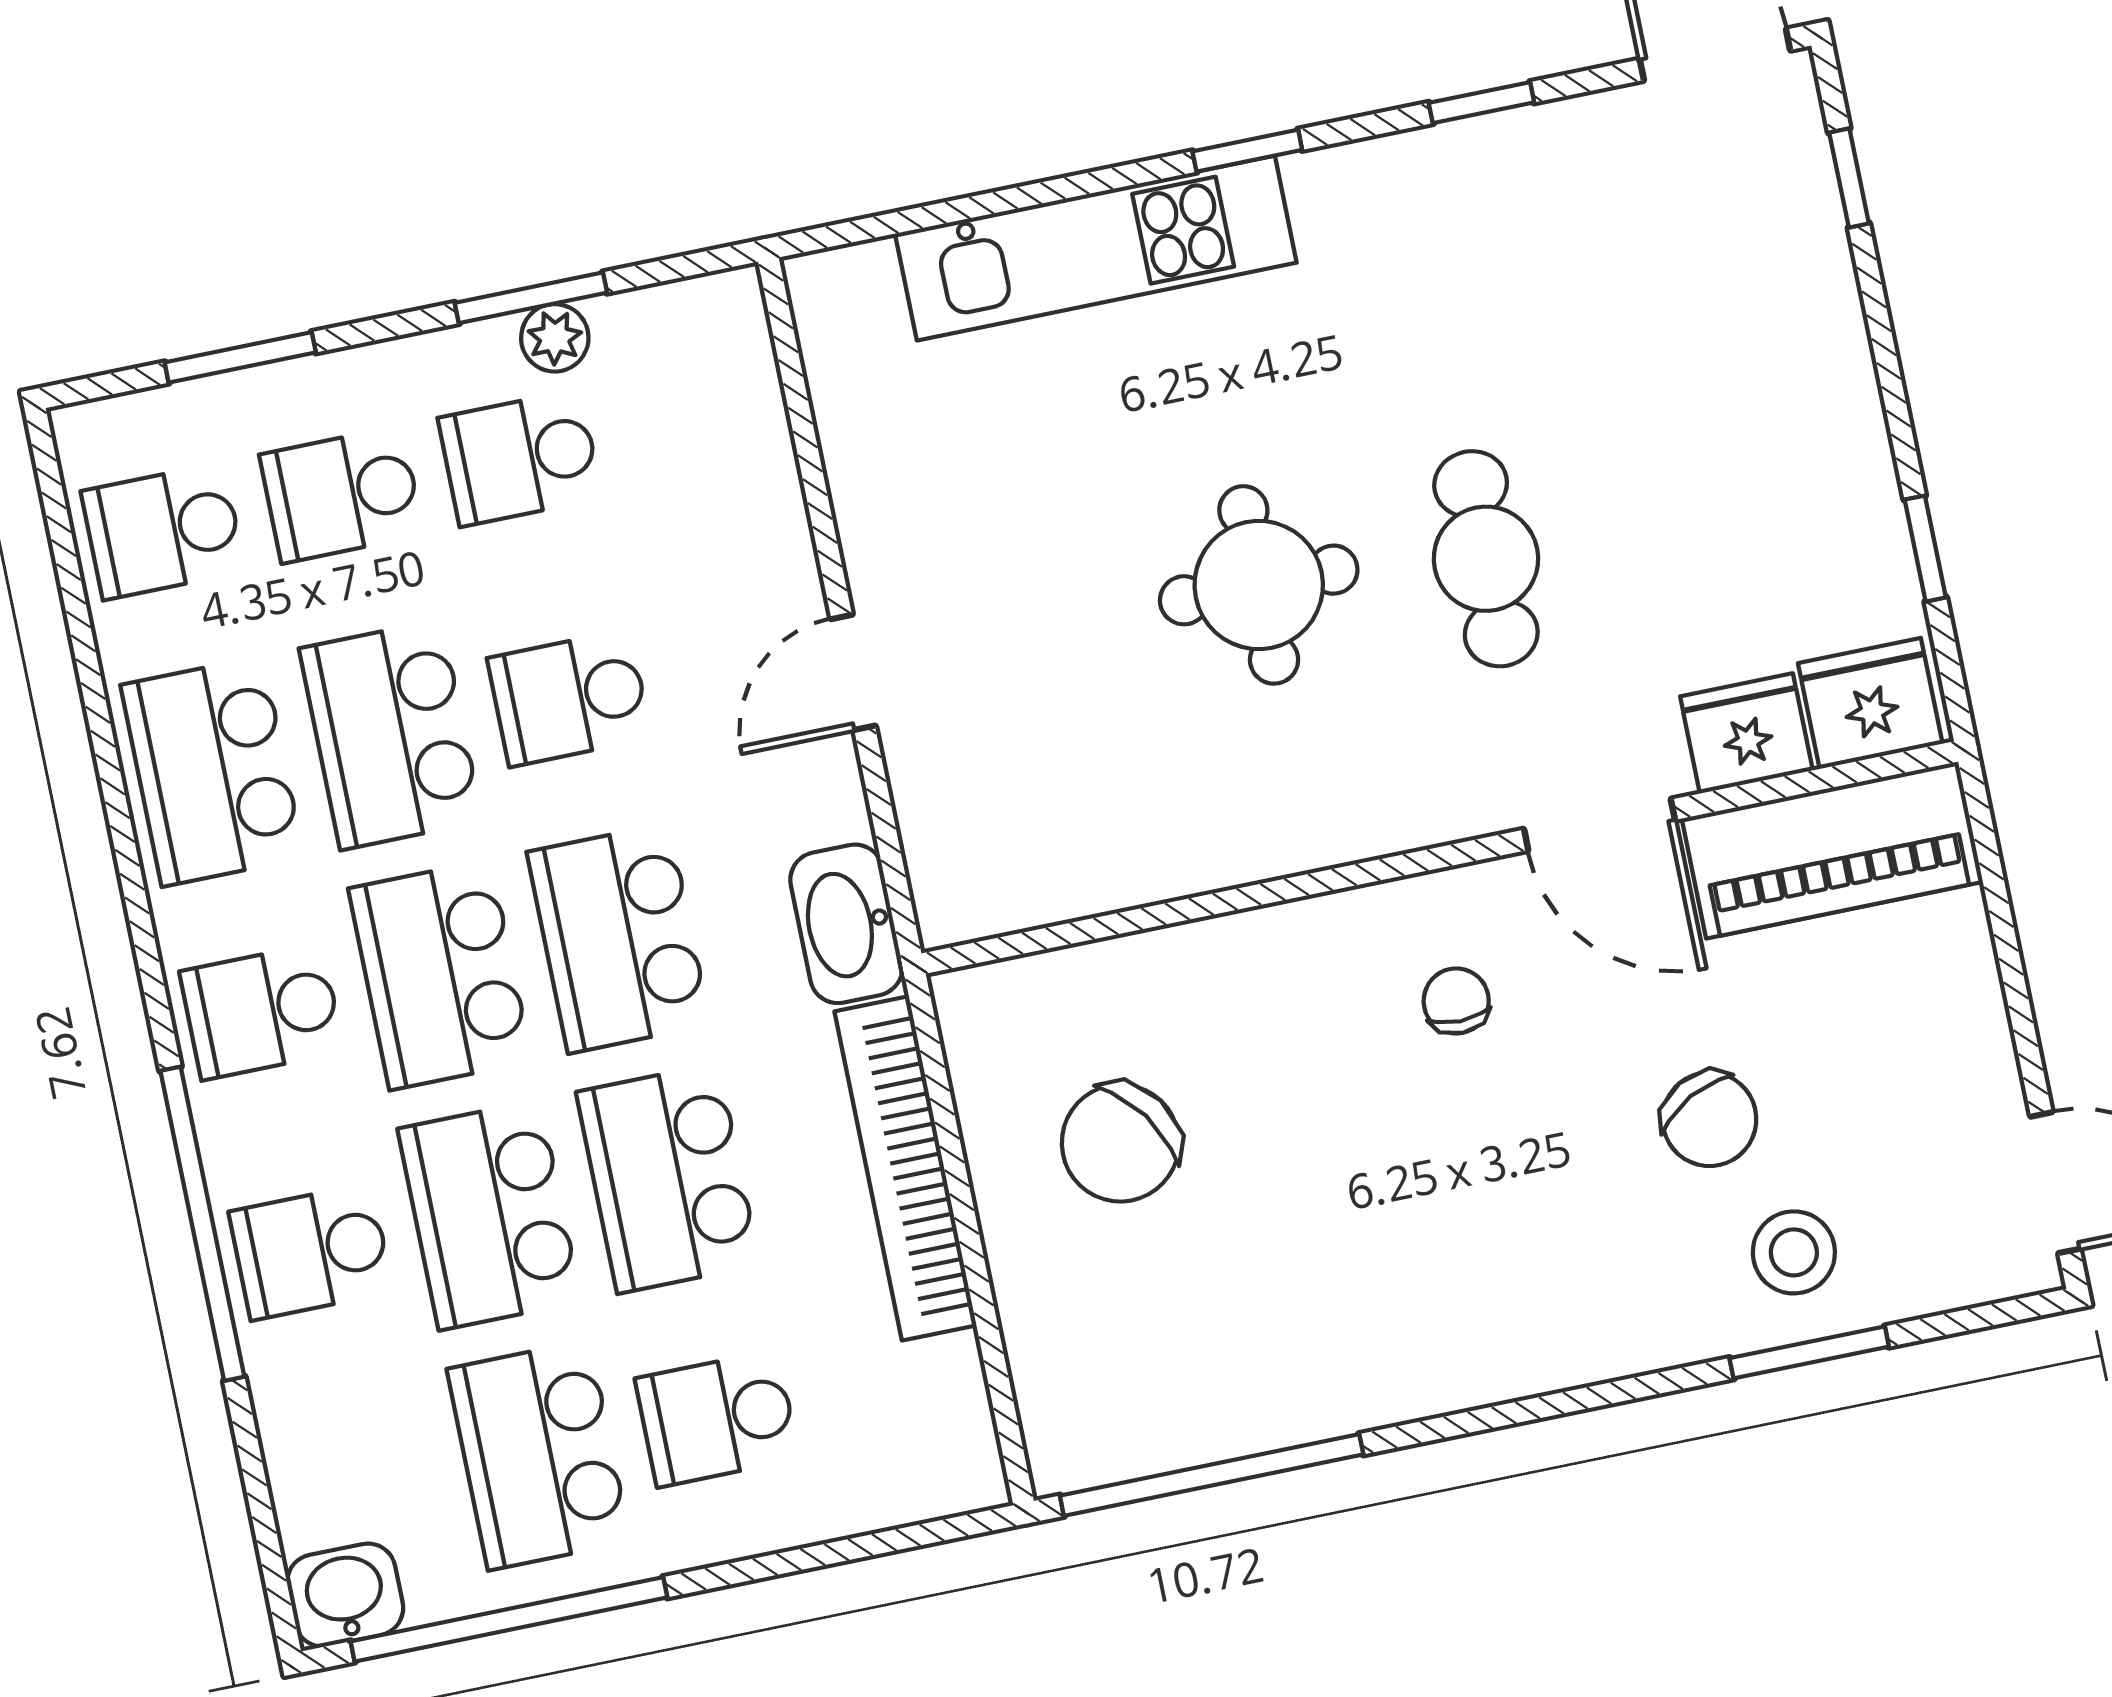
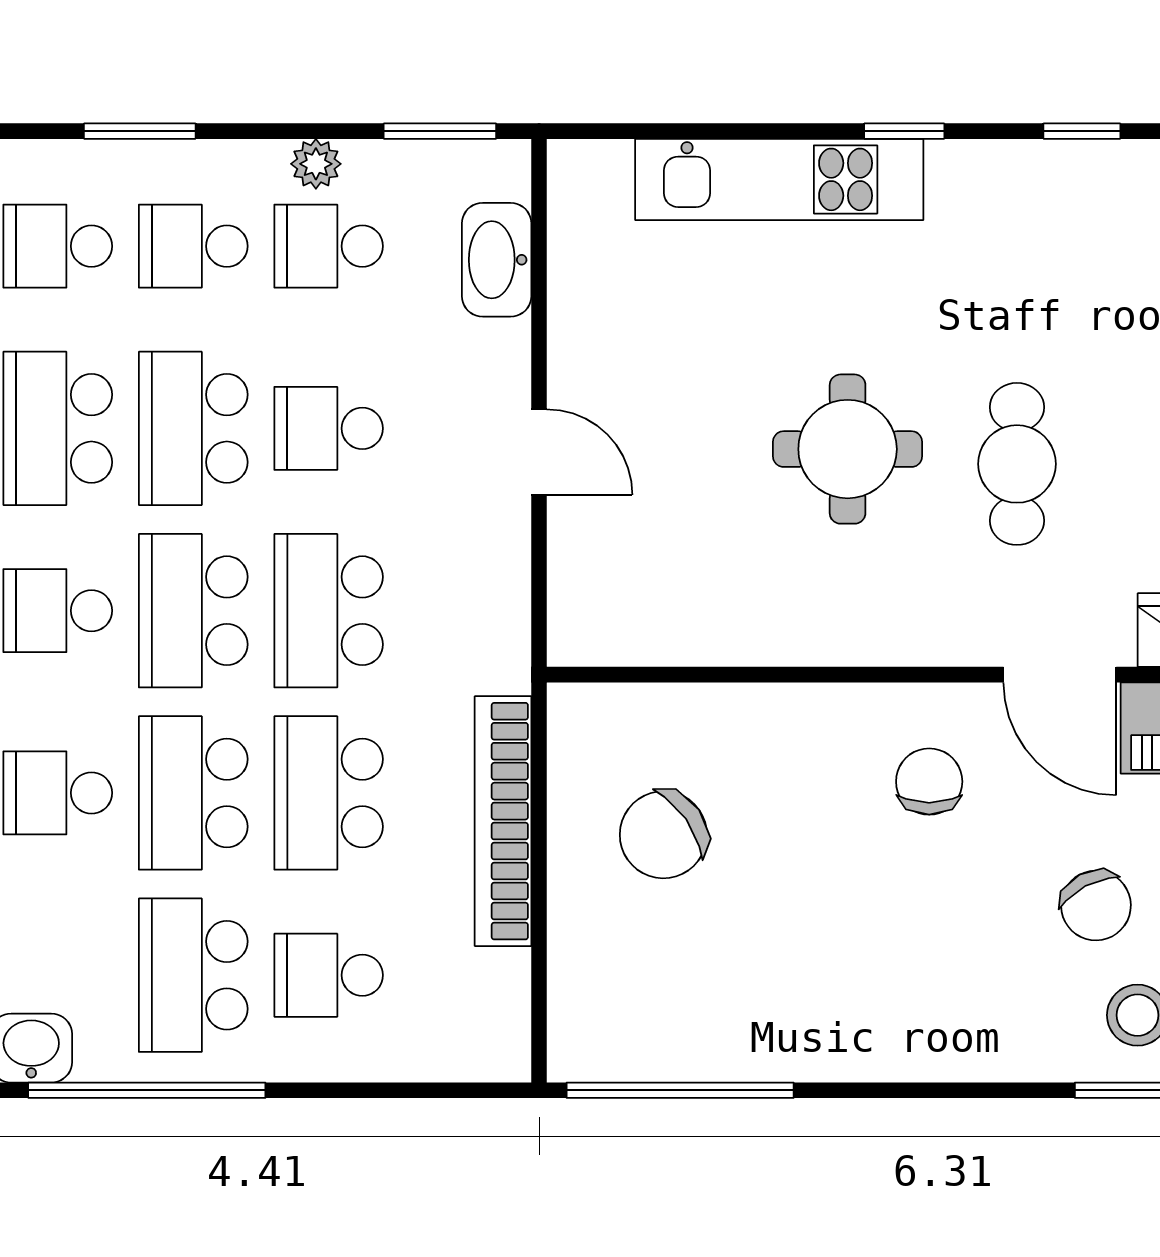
window: (531, 298) -> (440, 131), moved
plant: (555, 338) -> (316, 164), moved
door: (853, 672) -> (539, 452), swing flipped
washbasin: (846, 924) -> (497, 260), moved
chair: (1456, 1001) -> (929, 782), width x1.37, depth x1.37

